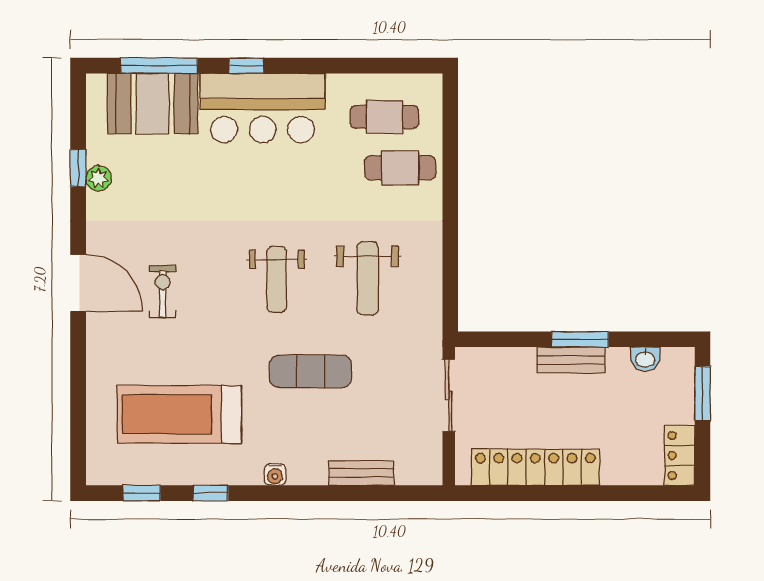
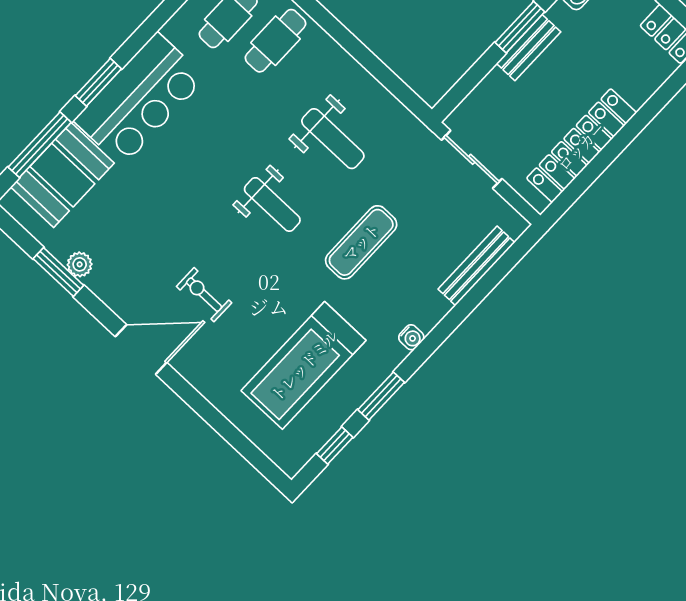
window: (246, 66) -> (98, 82), width x1.50
window: (78, 168) -> (58, 272), width x1.50
bench: (362, 473) -> (476, 266), width x1.36
window: (211, 493) -> (381, 396), width x1.50

